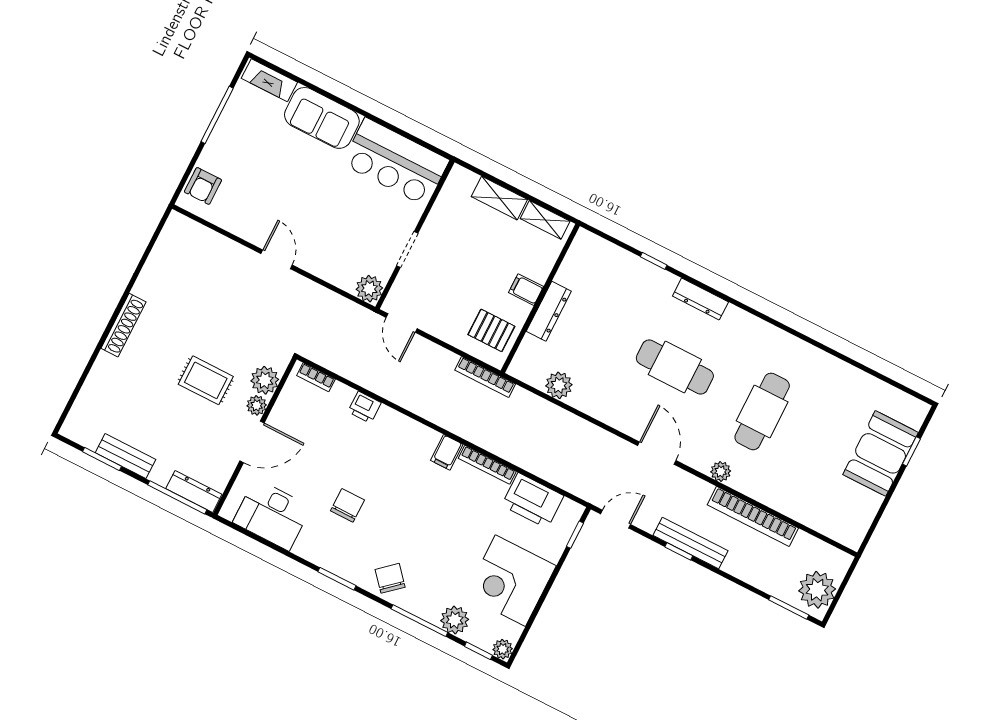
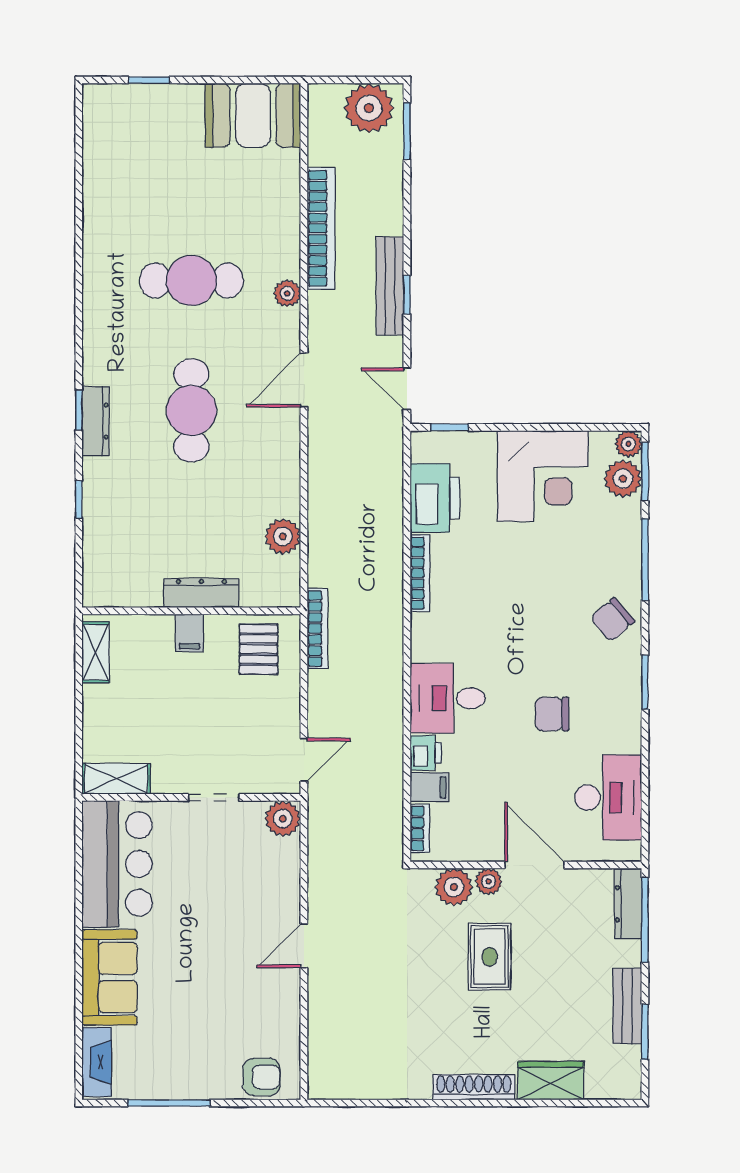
shelving: (499, 198) -> (116, 779), moved, turned 90
window: (714, 291) -> (79, 410), added
wardrobe: (102, 379) -> (551, 1081), added
desk: (394, 441) -> (448, 698), added
filing cabinet: (447, 452) -> (430, 787), moved
booth: (881, 453) -> (253, 115), moved
plant: (455, 620) -> (623, 479), moved
window: (478, 651) -> (645, 472), width x1.50

